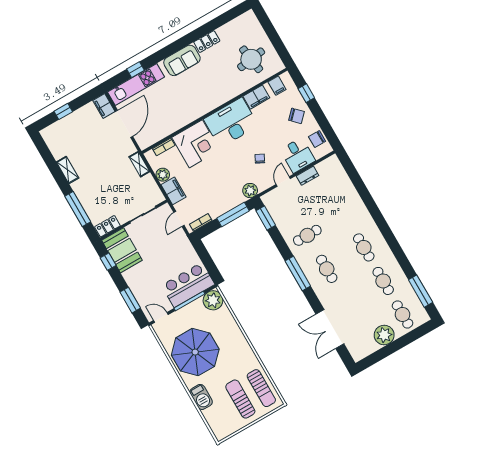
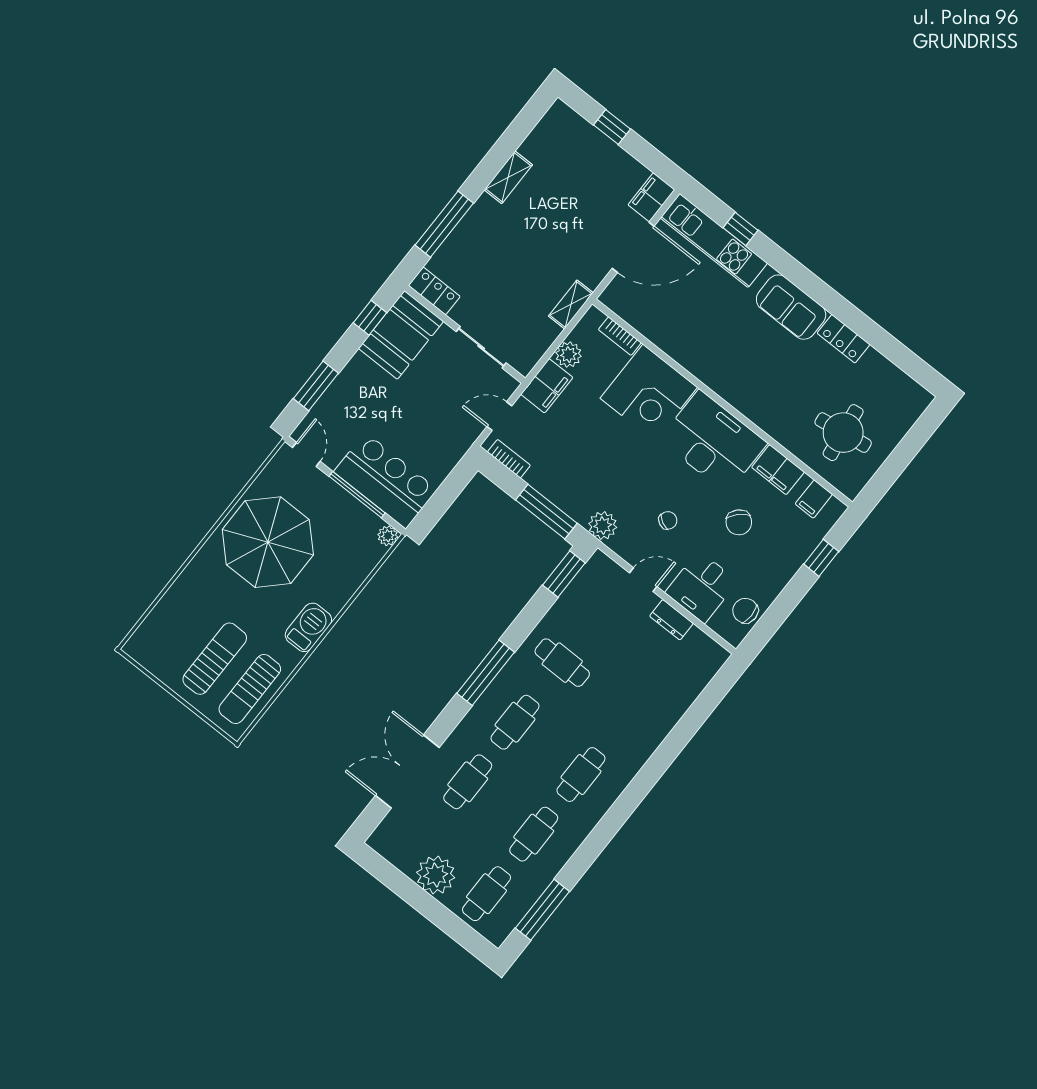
chair: (296, 116) -> (739, 522), moved
plant: (213, 300) -> (388, 536), width x0.53, depth x0.53
cafe table: (346, 302) -> (468, 782), added
barbecue: (201, 397) -> (308, 627), moved, turned 180

